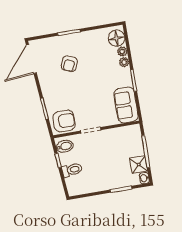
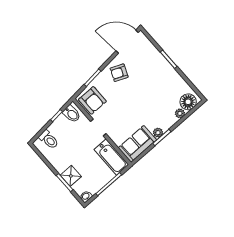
plant: (124, 62) -> (158, 133), moved
armchair: (69, 64) -> (119, 73), moved
bathtub: (124, 135) -> (111, 157), added
shower: (139, 164) -> (71, 176), moved
toilet: (72, 170) -> (49, 140), moved

